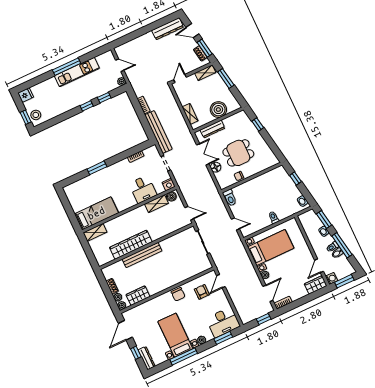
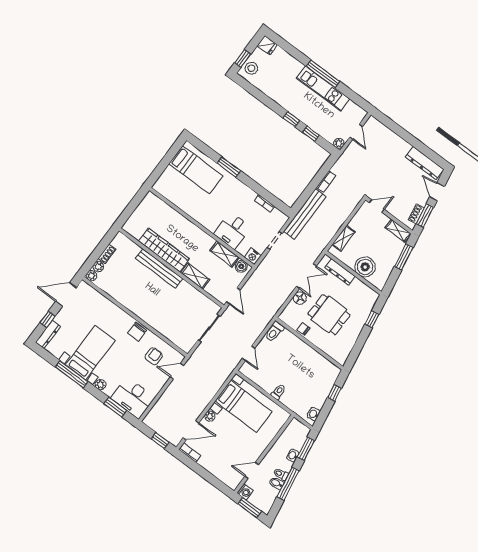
bed: (96, 213) -> (196, 170), moved
shelving: (95, 232) -> (195, 276), moved
wardrobe: (316, 285) -> (229, 478), removed
wardrobe: (138, 296) -> (112, 288), removed

